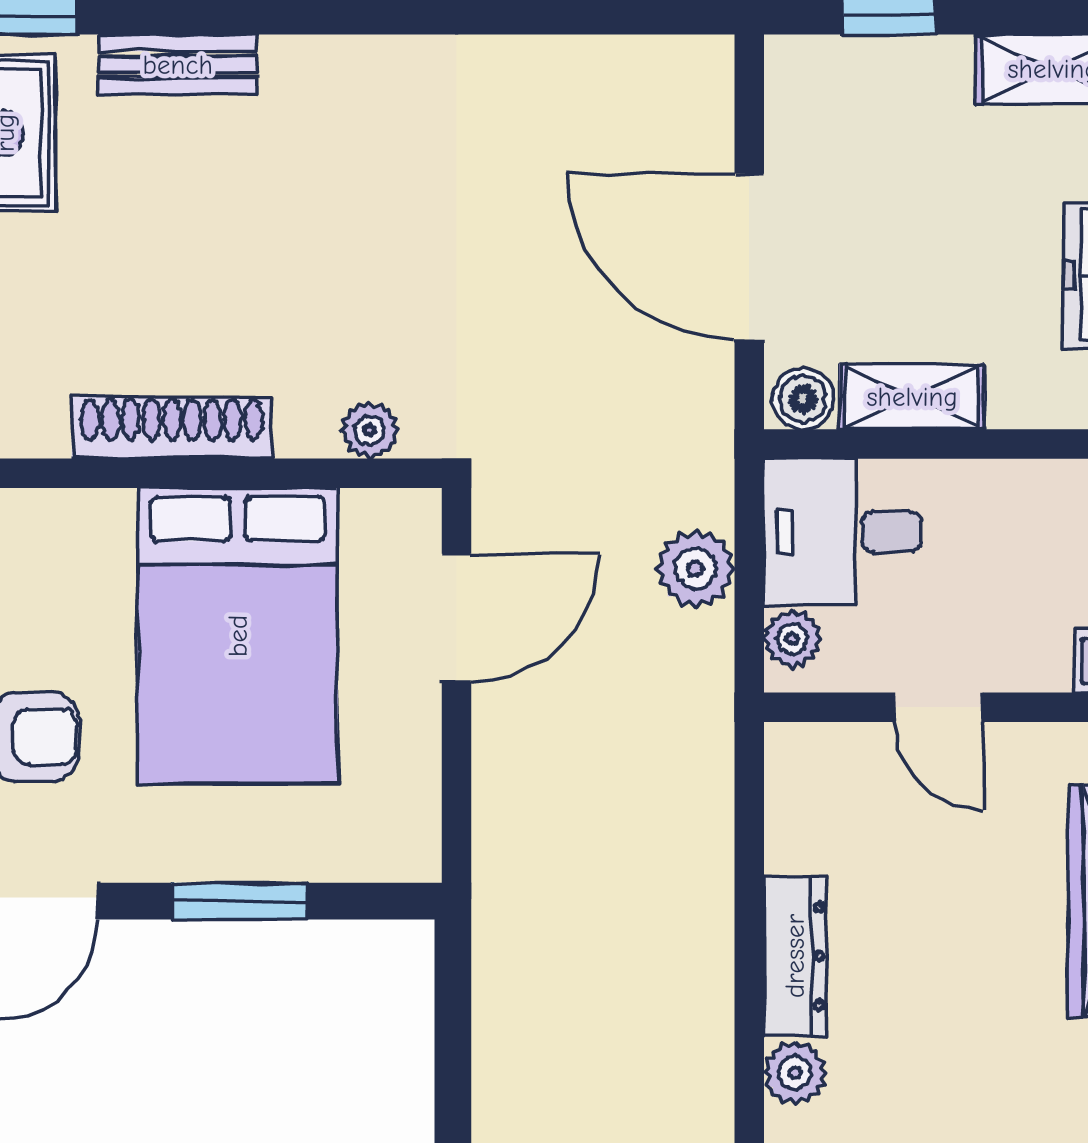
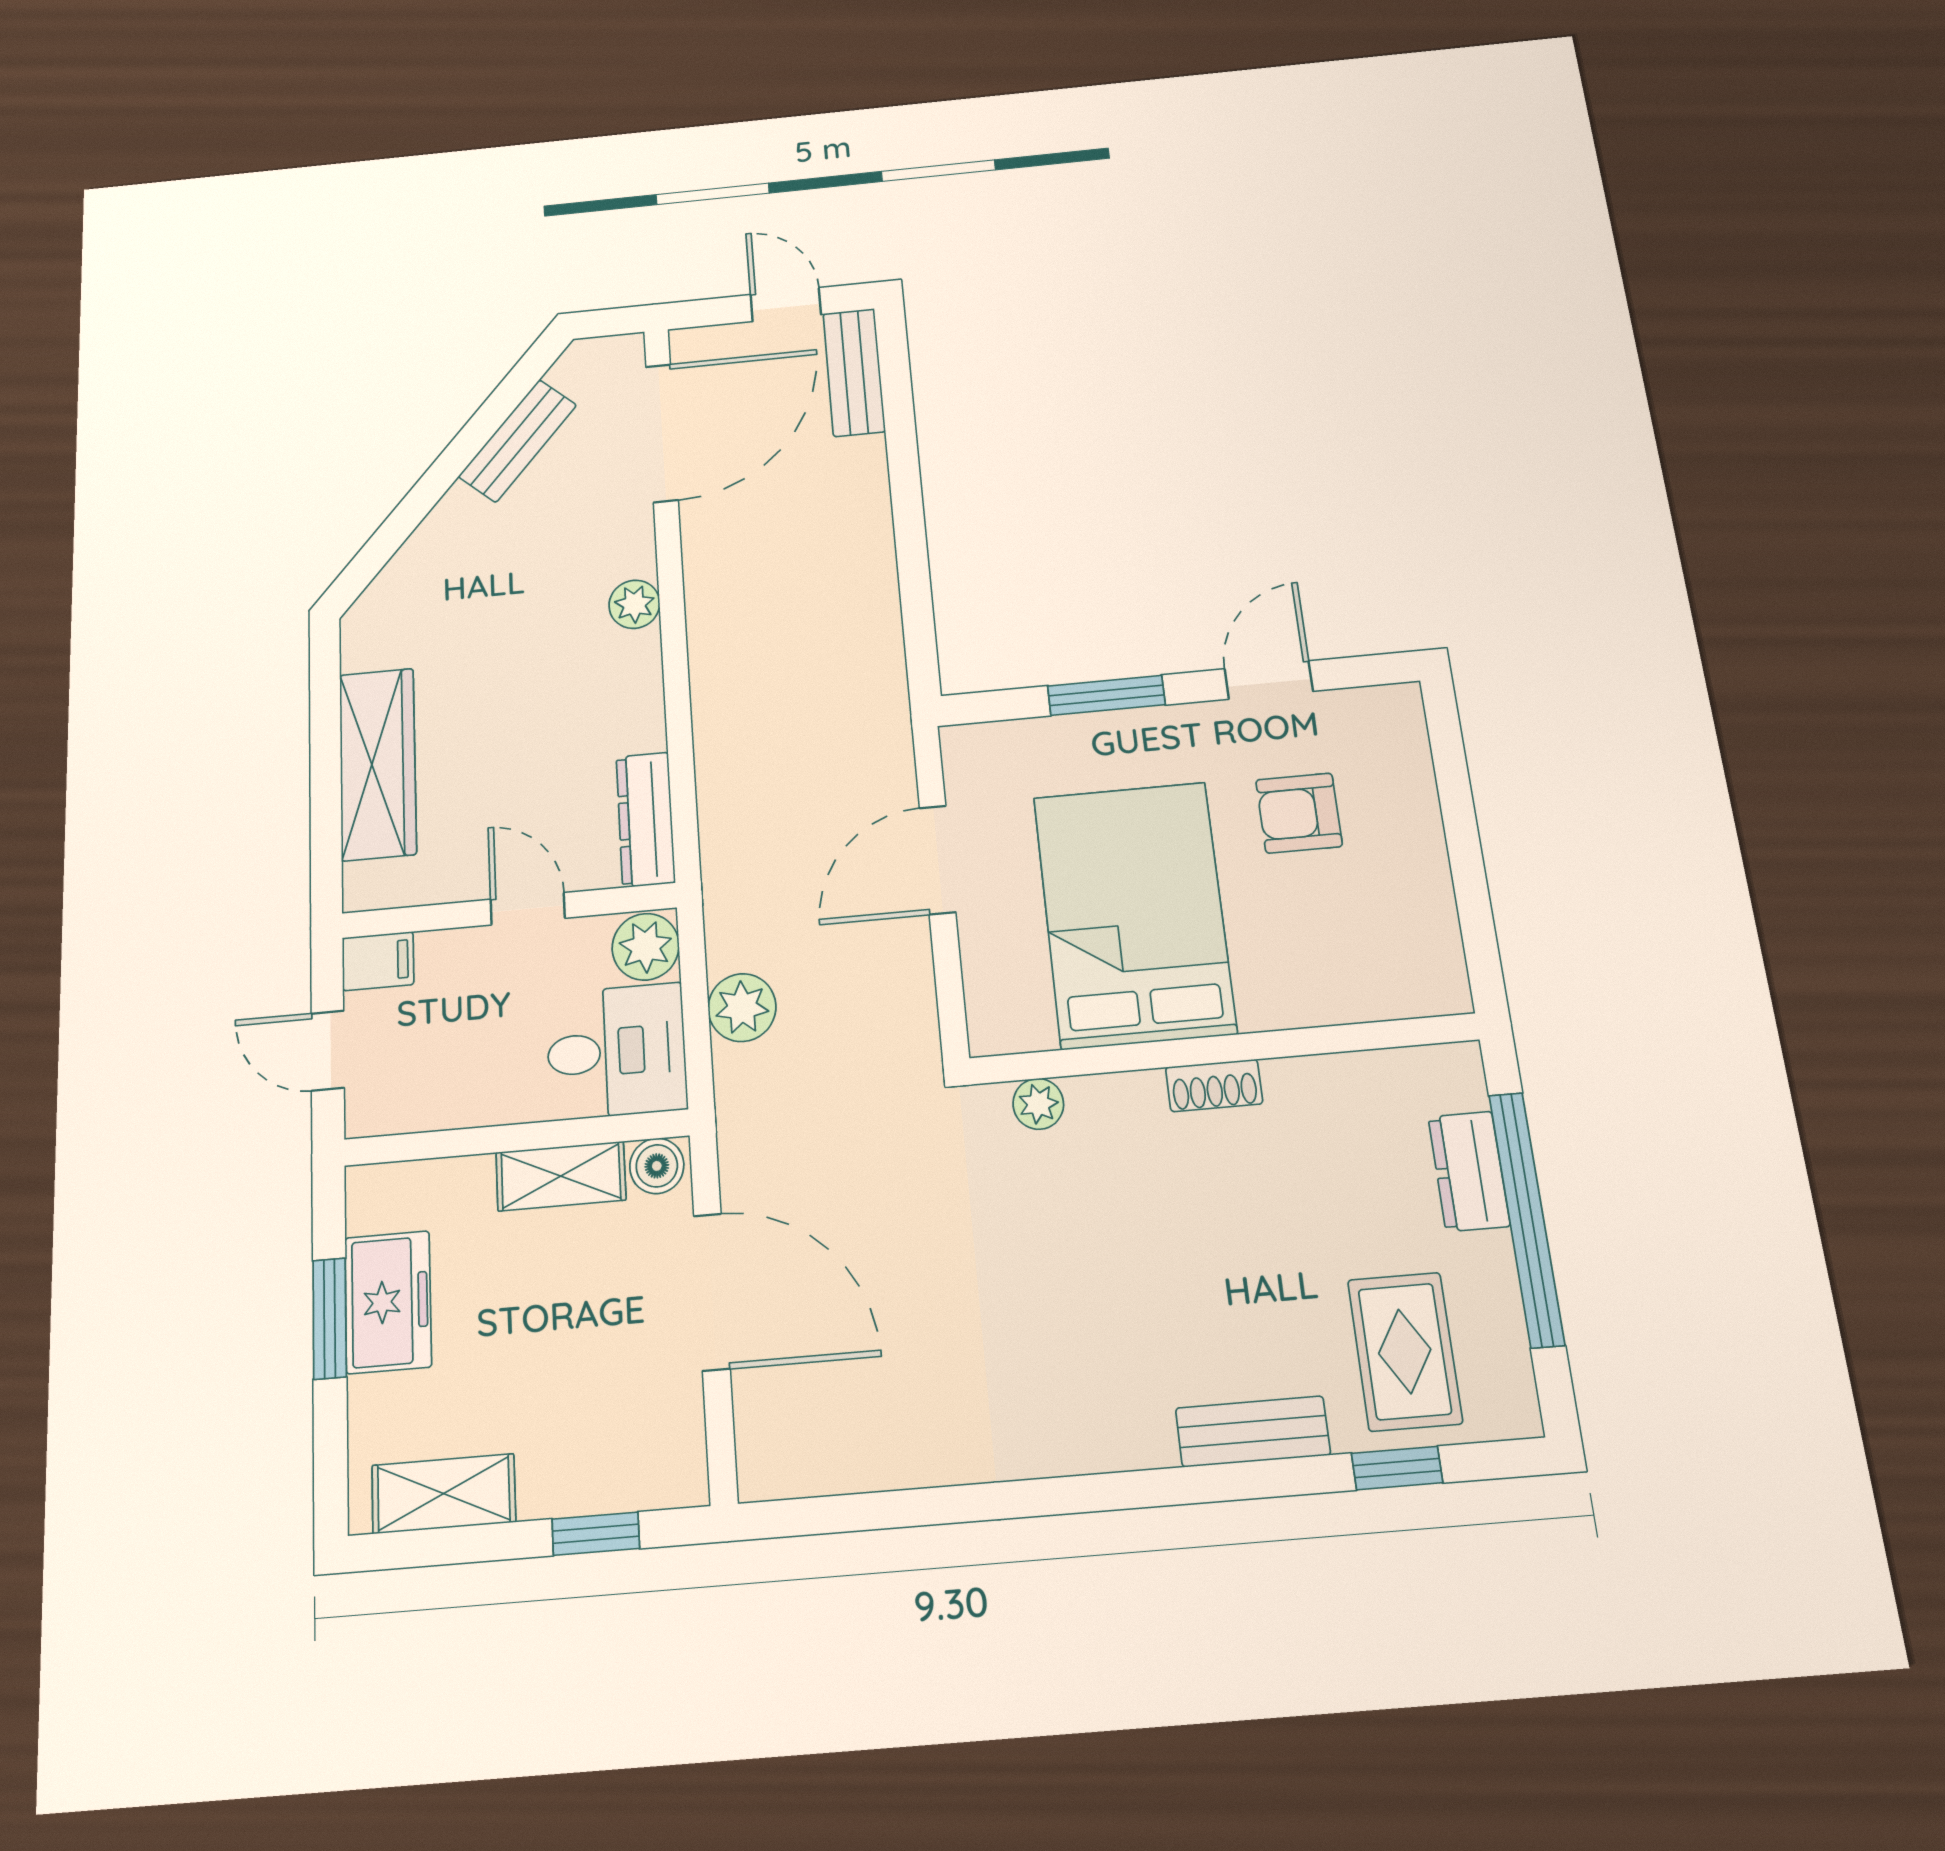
shoe rack: (172, 428) -> (1214, 1085), width x0.51, depth x0.81
door: (457, 618) -> (938, 860), moved
plant: (792, 639) -> (646, 947), width x1.38, depth x1.38
dresser: (795, 956) -> (646, 819), moved

